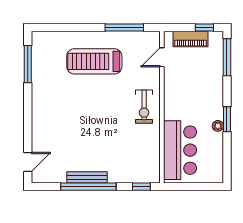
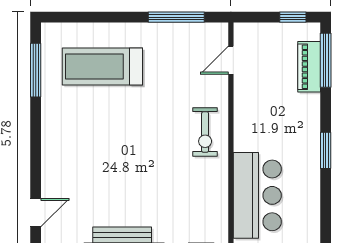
piano: (190, 39) -> (309, 67), moved, turned 90
treadmill: (94, 61) -> (102, 66), moved
plant: (218, 126) -> (312, 160), removed

